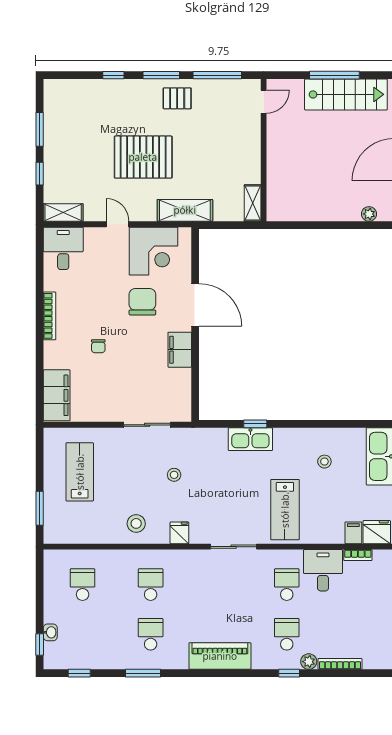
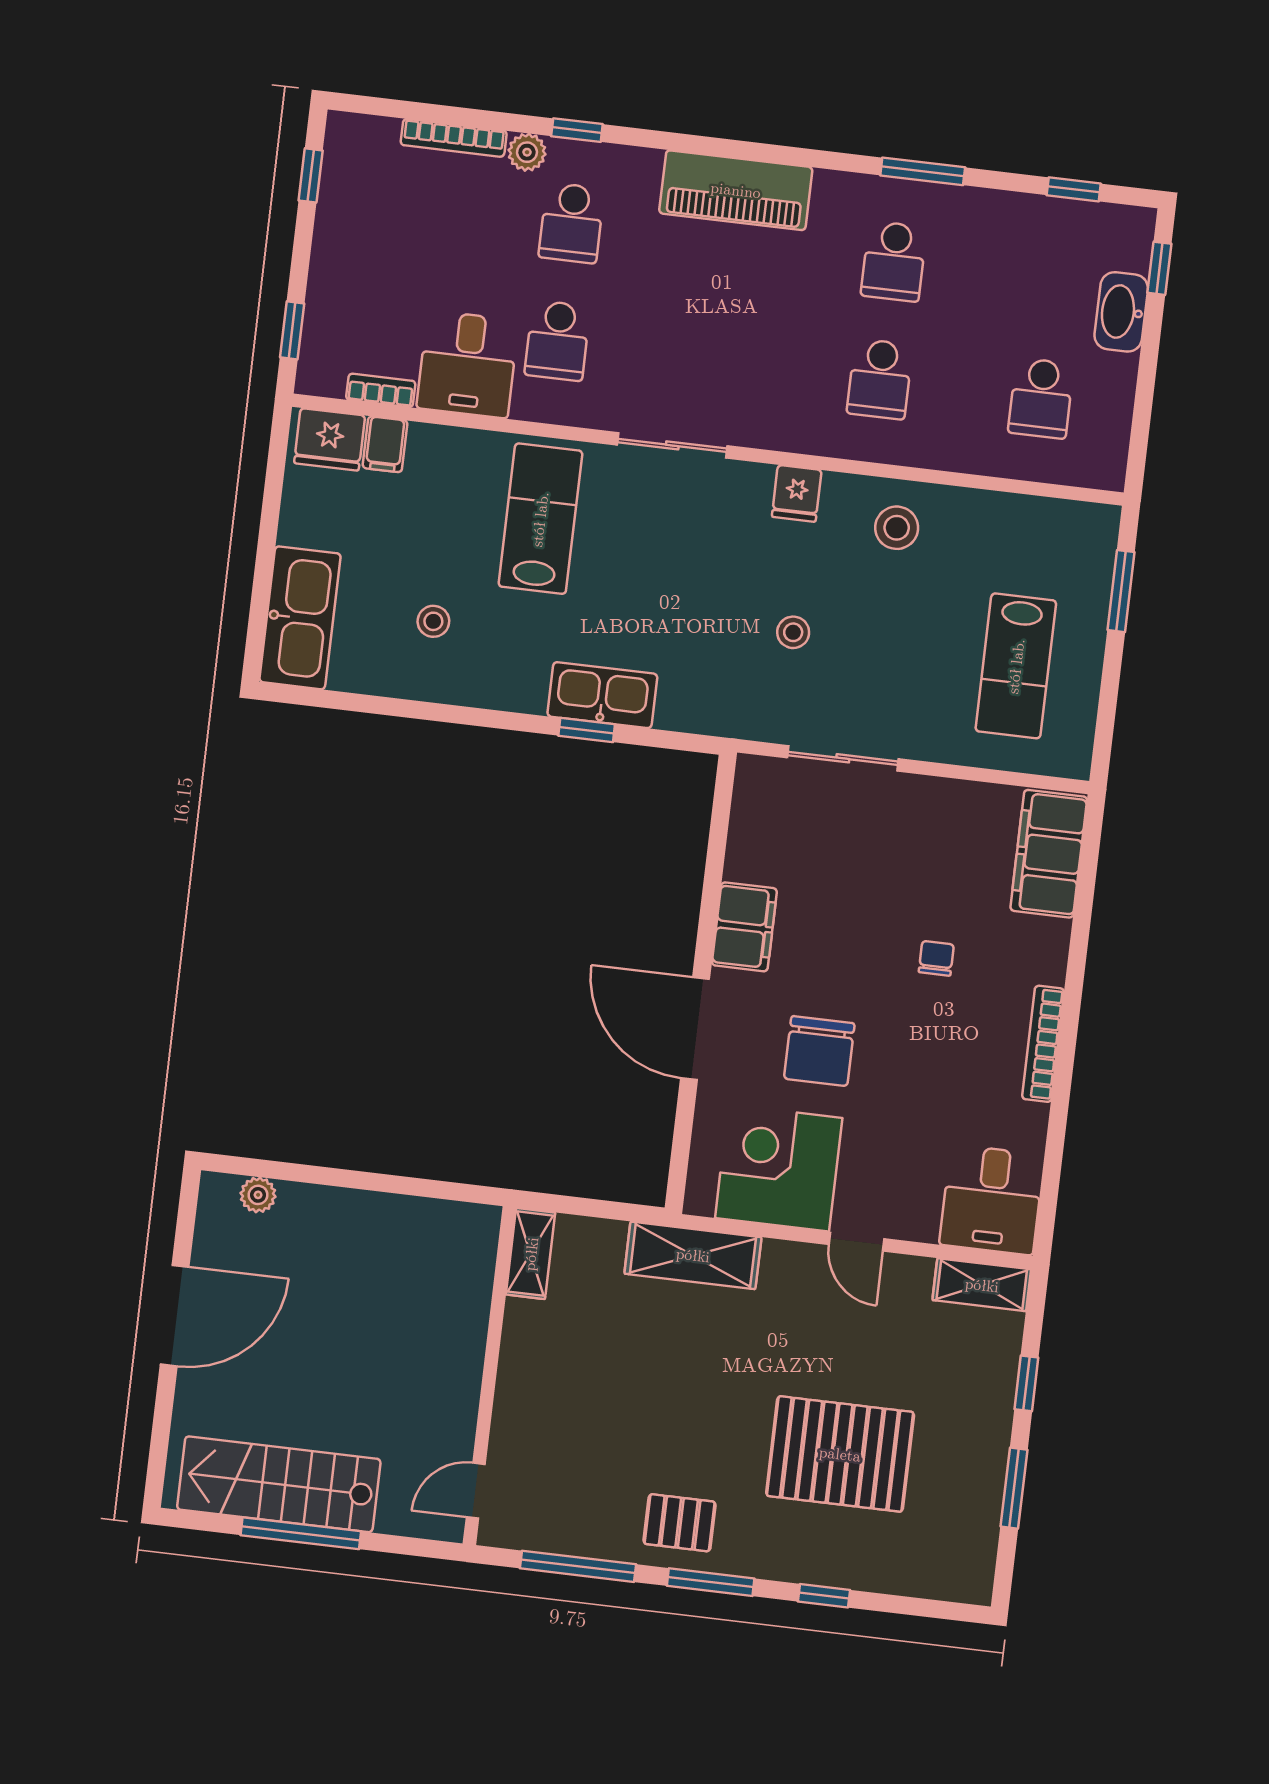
pallet: (143, 157) -> (840, 1454), moved
washbasin: (50, 632) -> (1121, 312), width x1.91, depth x1.45

